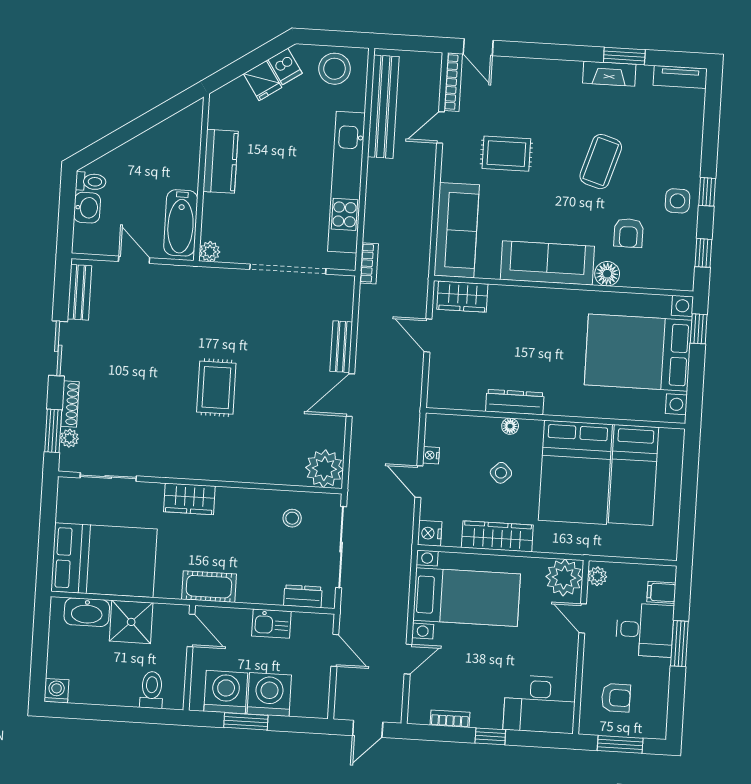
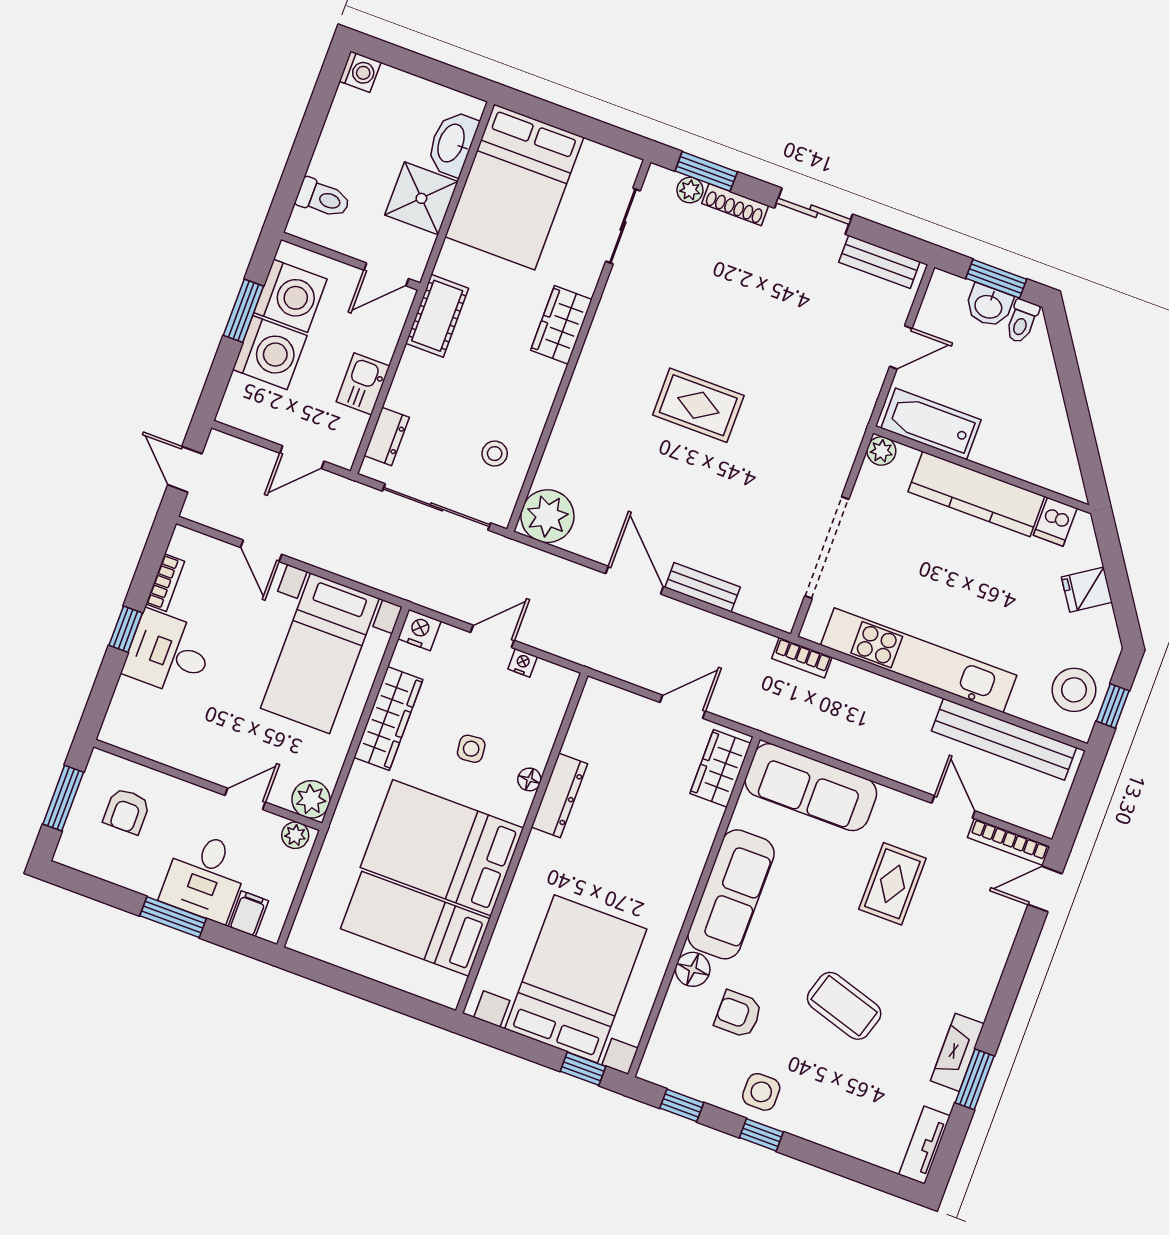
window: (338, 39) -> (1113, 706), added
dishwasher: (285, 66) -> (1055, 522), moved, turned -56
kitchen counter: (221, 161) -> (976, 494), width x1.50
window: (67, 208) -> (996, 279), added
side table: (501, 473) -> (471, 749), turned 38
plant: (564, 578) -> (311, 799), width x0.73, depth x0.73
desk: (540, 704) -> (169, 653), moved, width x0.73

